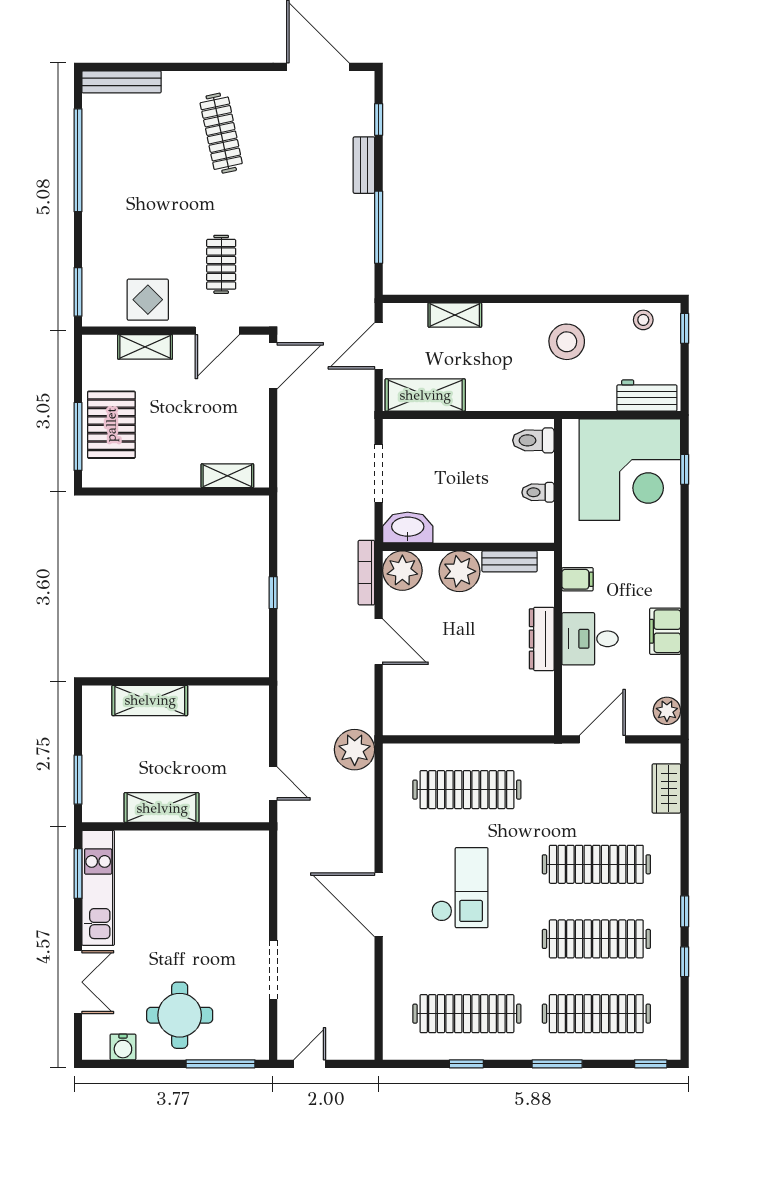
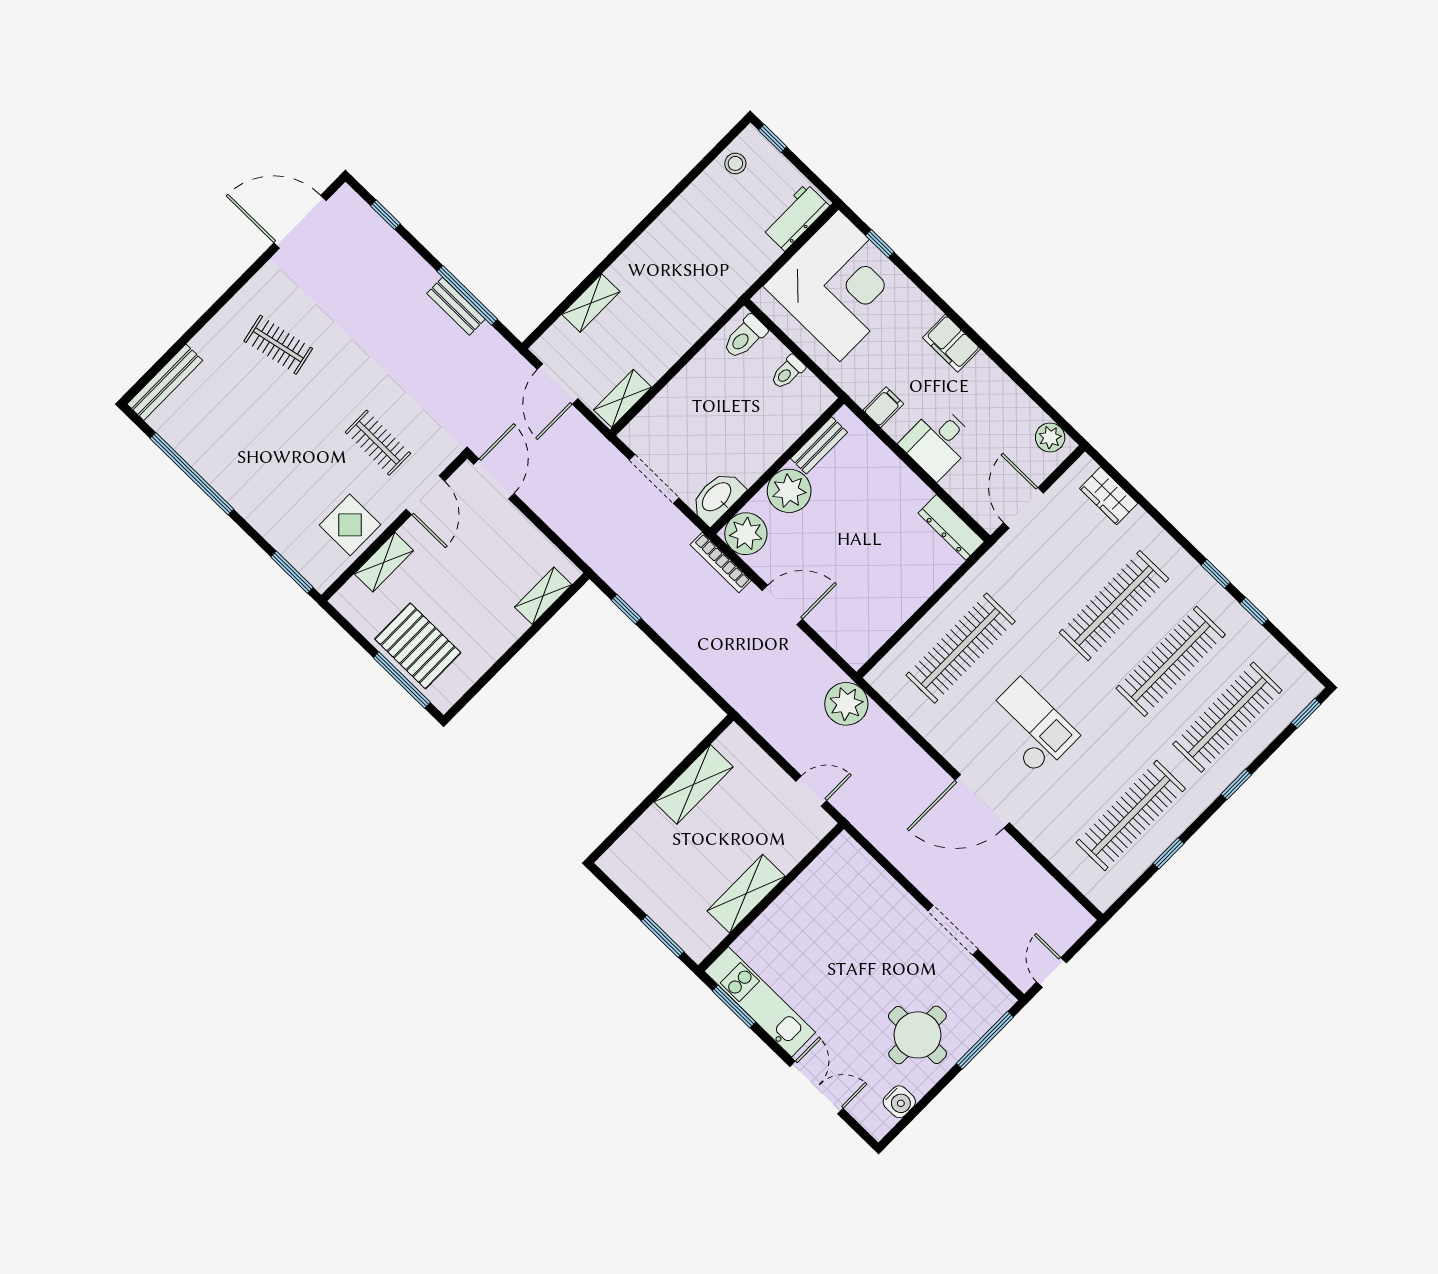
clothes rail: (221, 133) -> (278, 345), width x0.73
bench: (364, 165) -> (456, 306), moved
stool: (567, 342) -> (695, 238), removed
shelving: (425, 395) -> (623, 398), width x0.67, depth x0.75
window: (273, 593) -> (626, 609), moved
filing cabinet: (665, 631) -> (952, 343), moved
dresser: (542, 639) -> (951, 527), moved
shelving: (150, 700) -> (694, 784), moved
window: (557, 1064) -> (1236, 784), width x0.67

